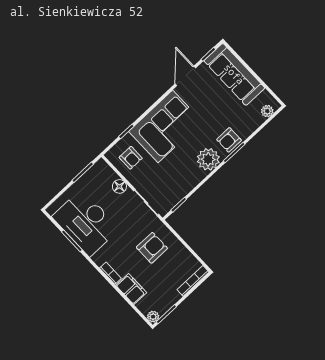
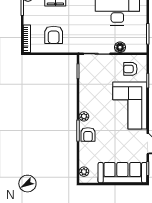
armchair: (229, 140) -> (88, 134), turned 180
plant: (208, 159) -> (84, 116), width x0.53, depth x0.53
armchair: (152, 248) -> (54, 35), moved

